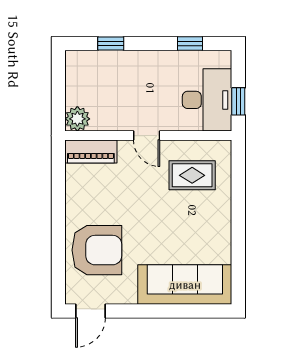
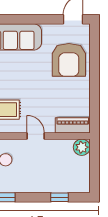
armchair: (97, 250) -> (69, 60), turned -90

